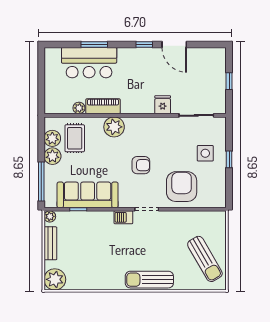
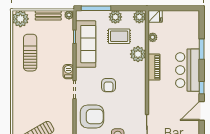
bar counter: (89, 63) -> (188, 70), moved
fridge: (163, 105) -> (155, 16), moved
piano: (103, 106) -> (154, 67), moved
plant: (114, 127) -> (138, 54), moved
plant: (52, 138) -> (139, 17), moved
rug: (75, 138) -> (119, 36), moved
sun lounger: (149, 280) -> (30, 53), moved

